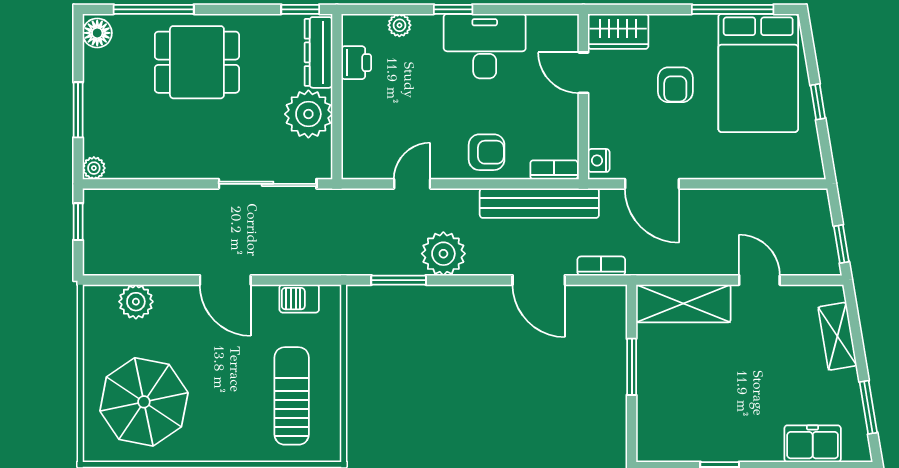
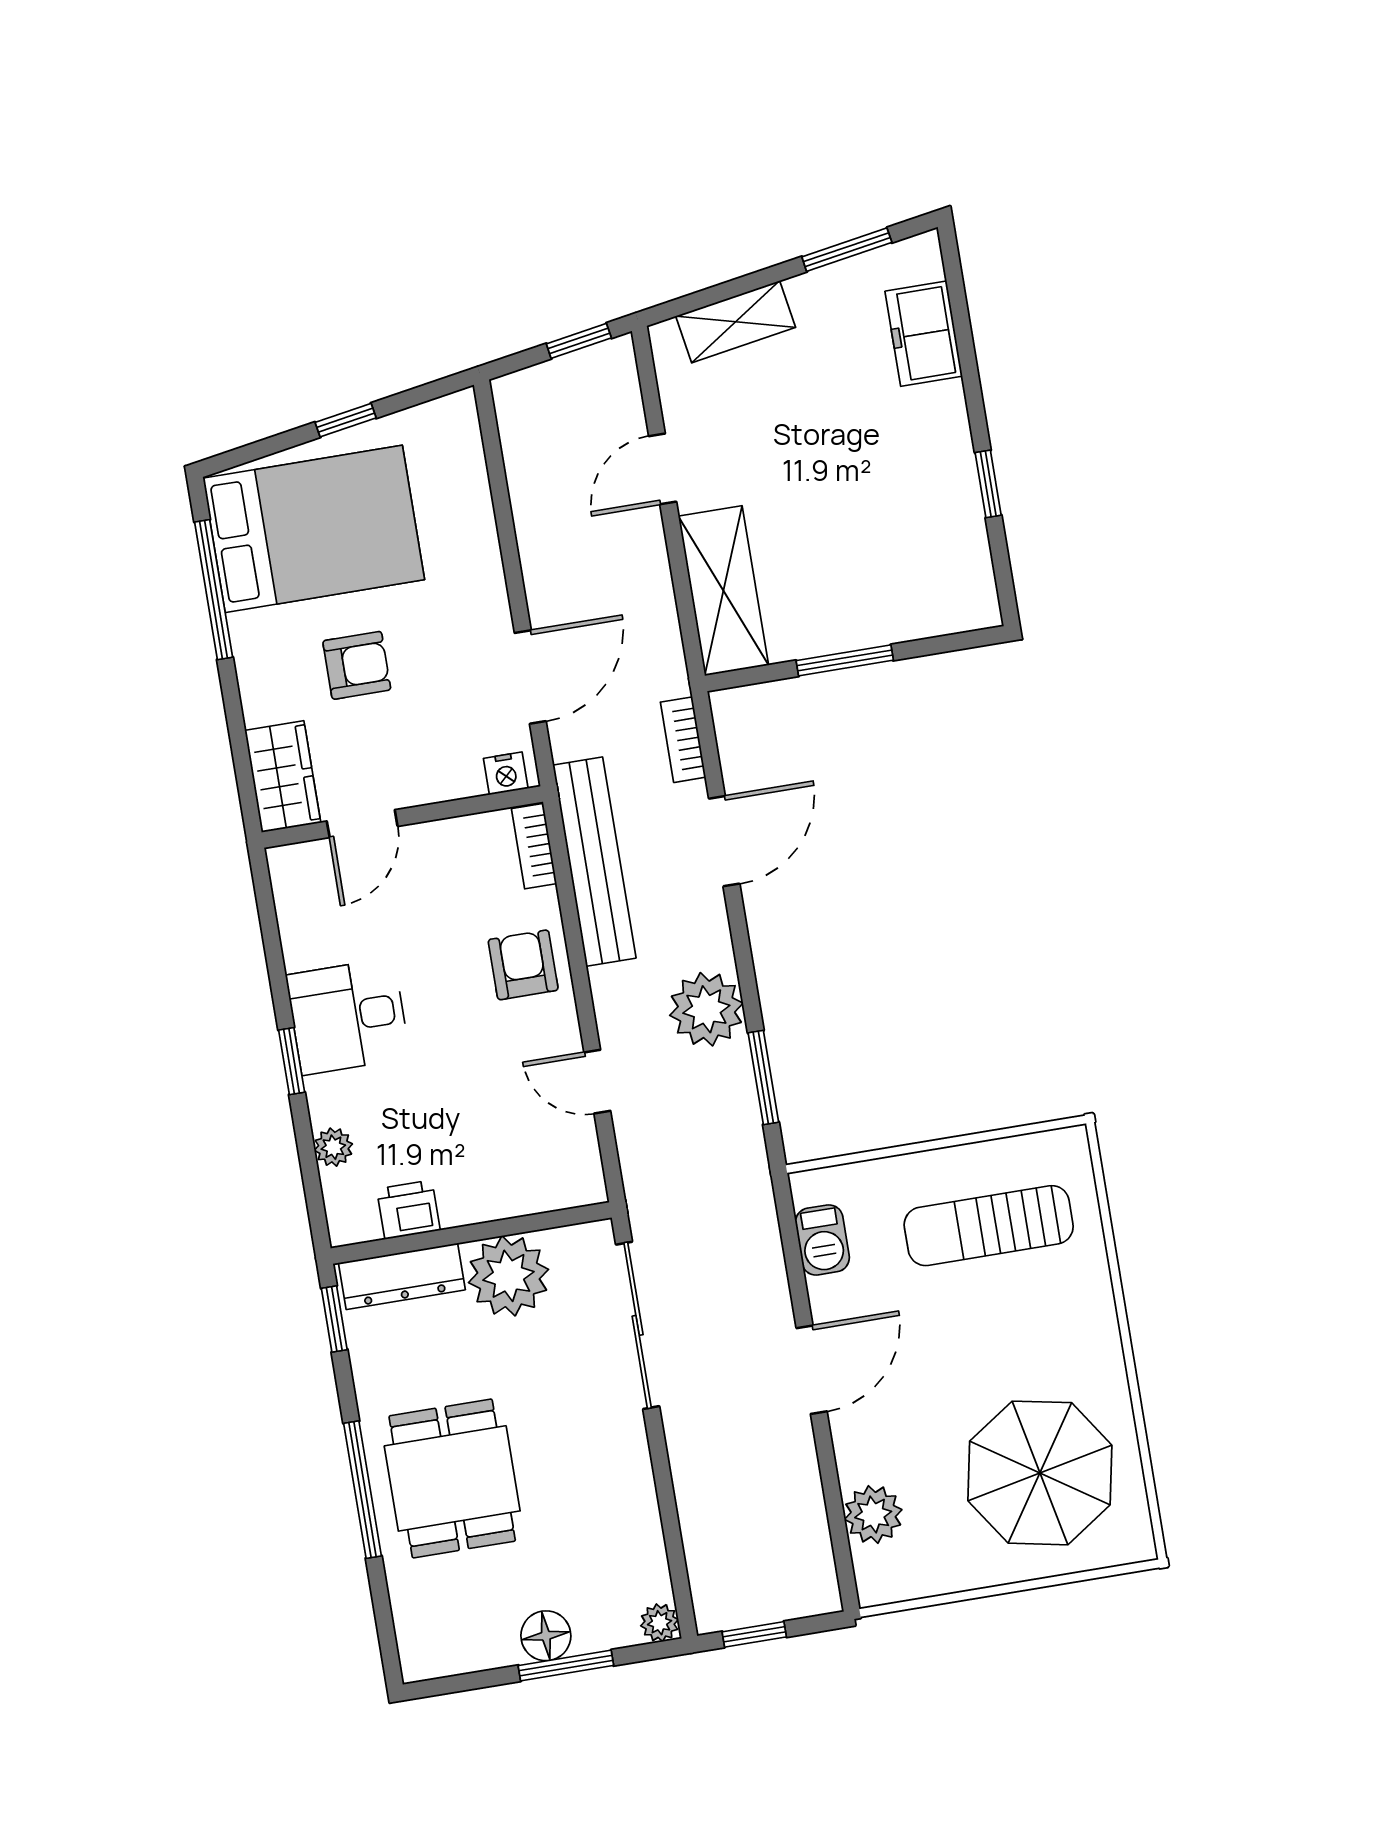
window: (154, 9) -> (363, 1490), moved
floor lamp: (97, 33) -> (546, 1636), moved
desk: (485, 46) -> (348, 1016), width x0.73

